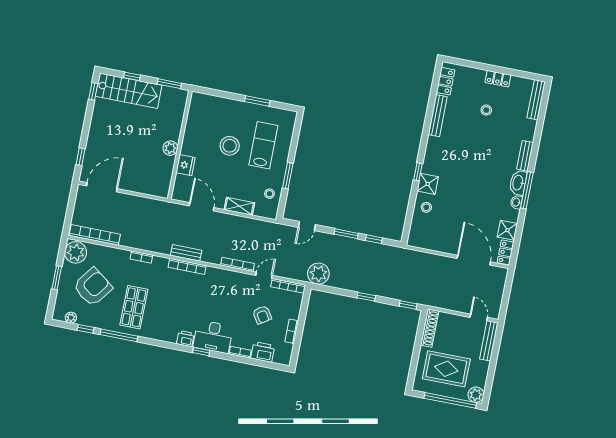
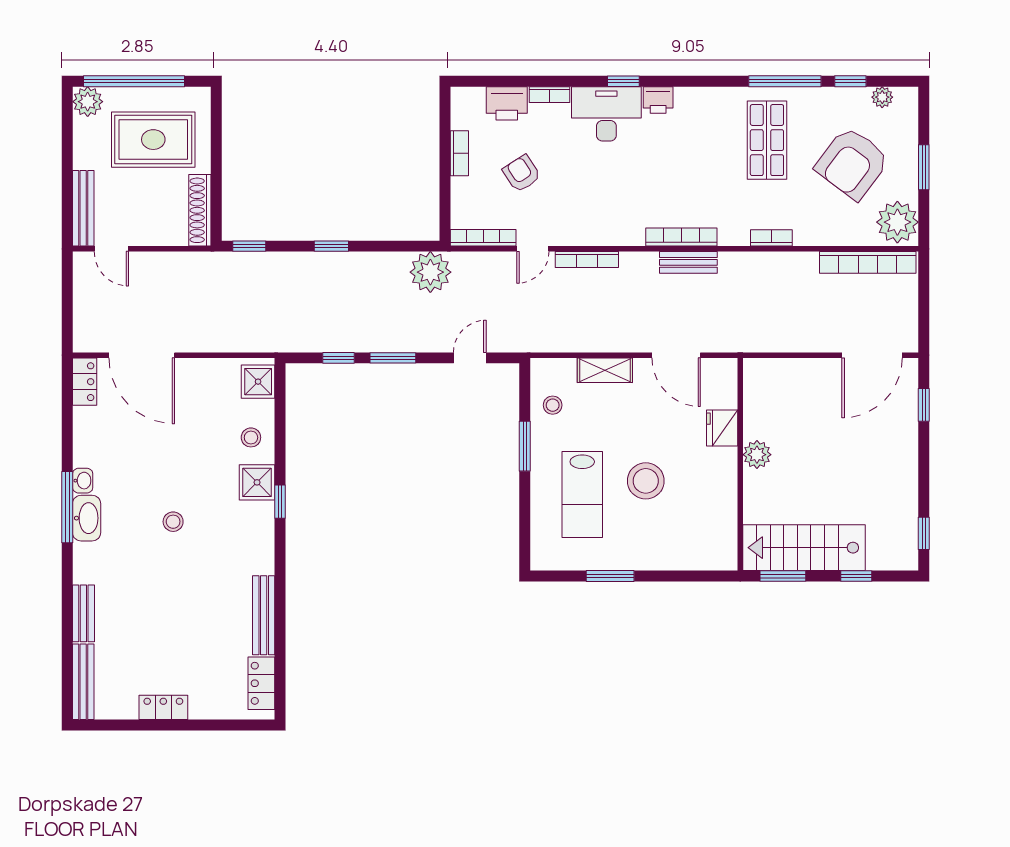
stairs: (129, 91) -> (804, 548), moved
stool: (486, 110) -> (173, 522), moved
bench: (525, 156) -> (83, 613), moved
shower: (507, 230) -> (258, 382), moved

